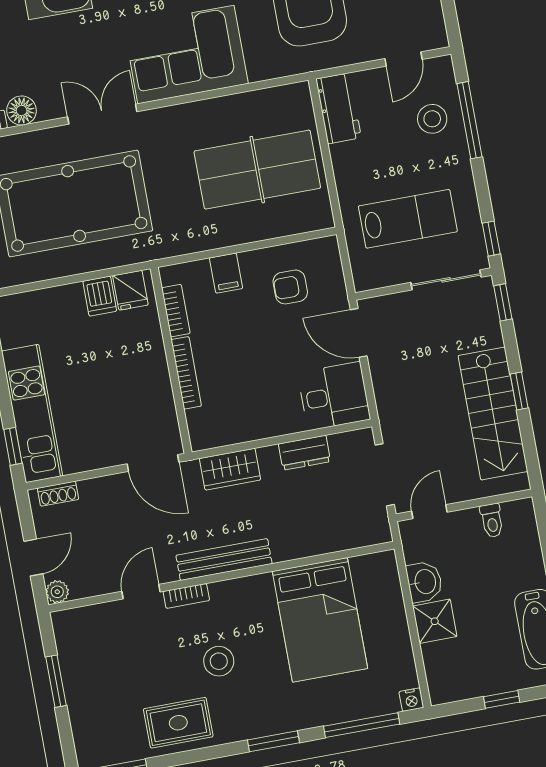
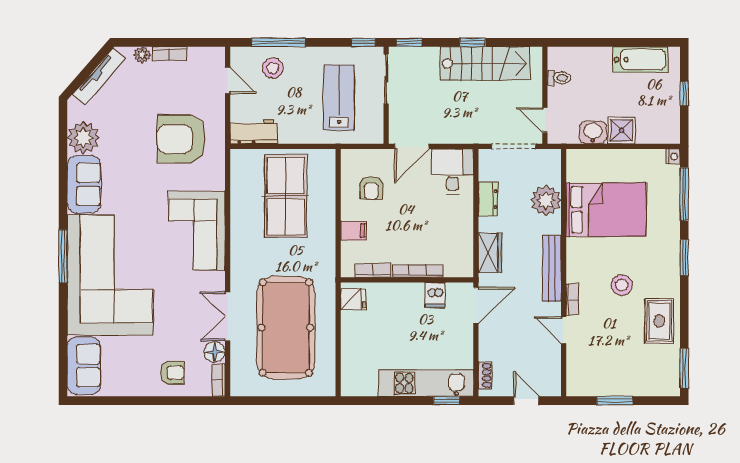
double door: (102, 114) -> (228, 316), moved
dishwasher: (100, 296) -> (435, 295), moved, turned 90
plant: (57, 592) -> (546, 200), moved, width x1.88, depth x1.88

